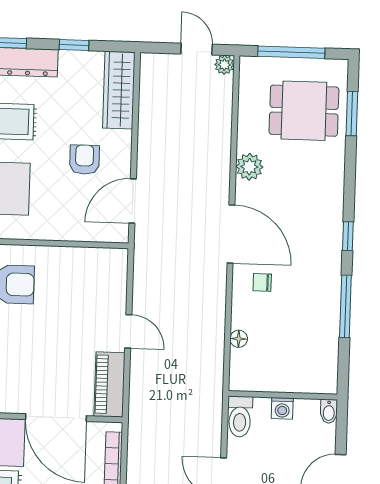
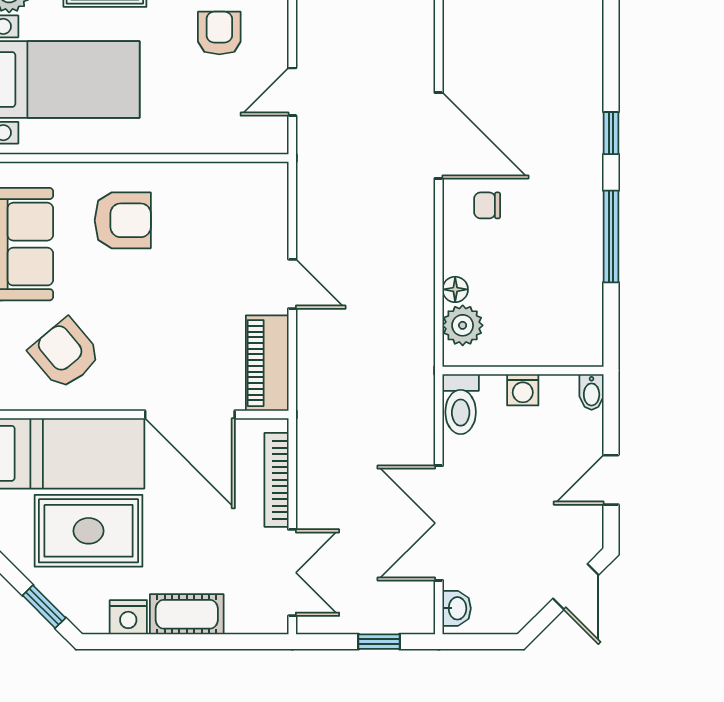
plant: (249, 167) -> (463, 325), moved
door: (133, 201) -> (292, 92), width x0.73

